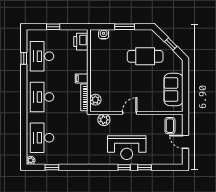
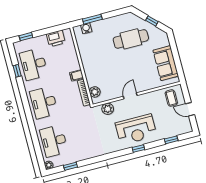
window: (53, 27) -> (26, 37), moved
window: (125, 27) -> (92, 19), moved
printer: (81, 42) -> (56, 38), moved, turned -90
window: (145, 167) -> (171, 140), moved

